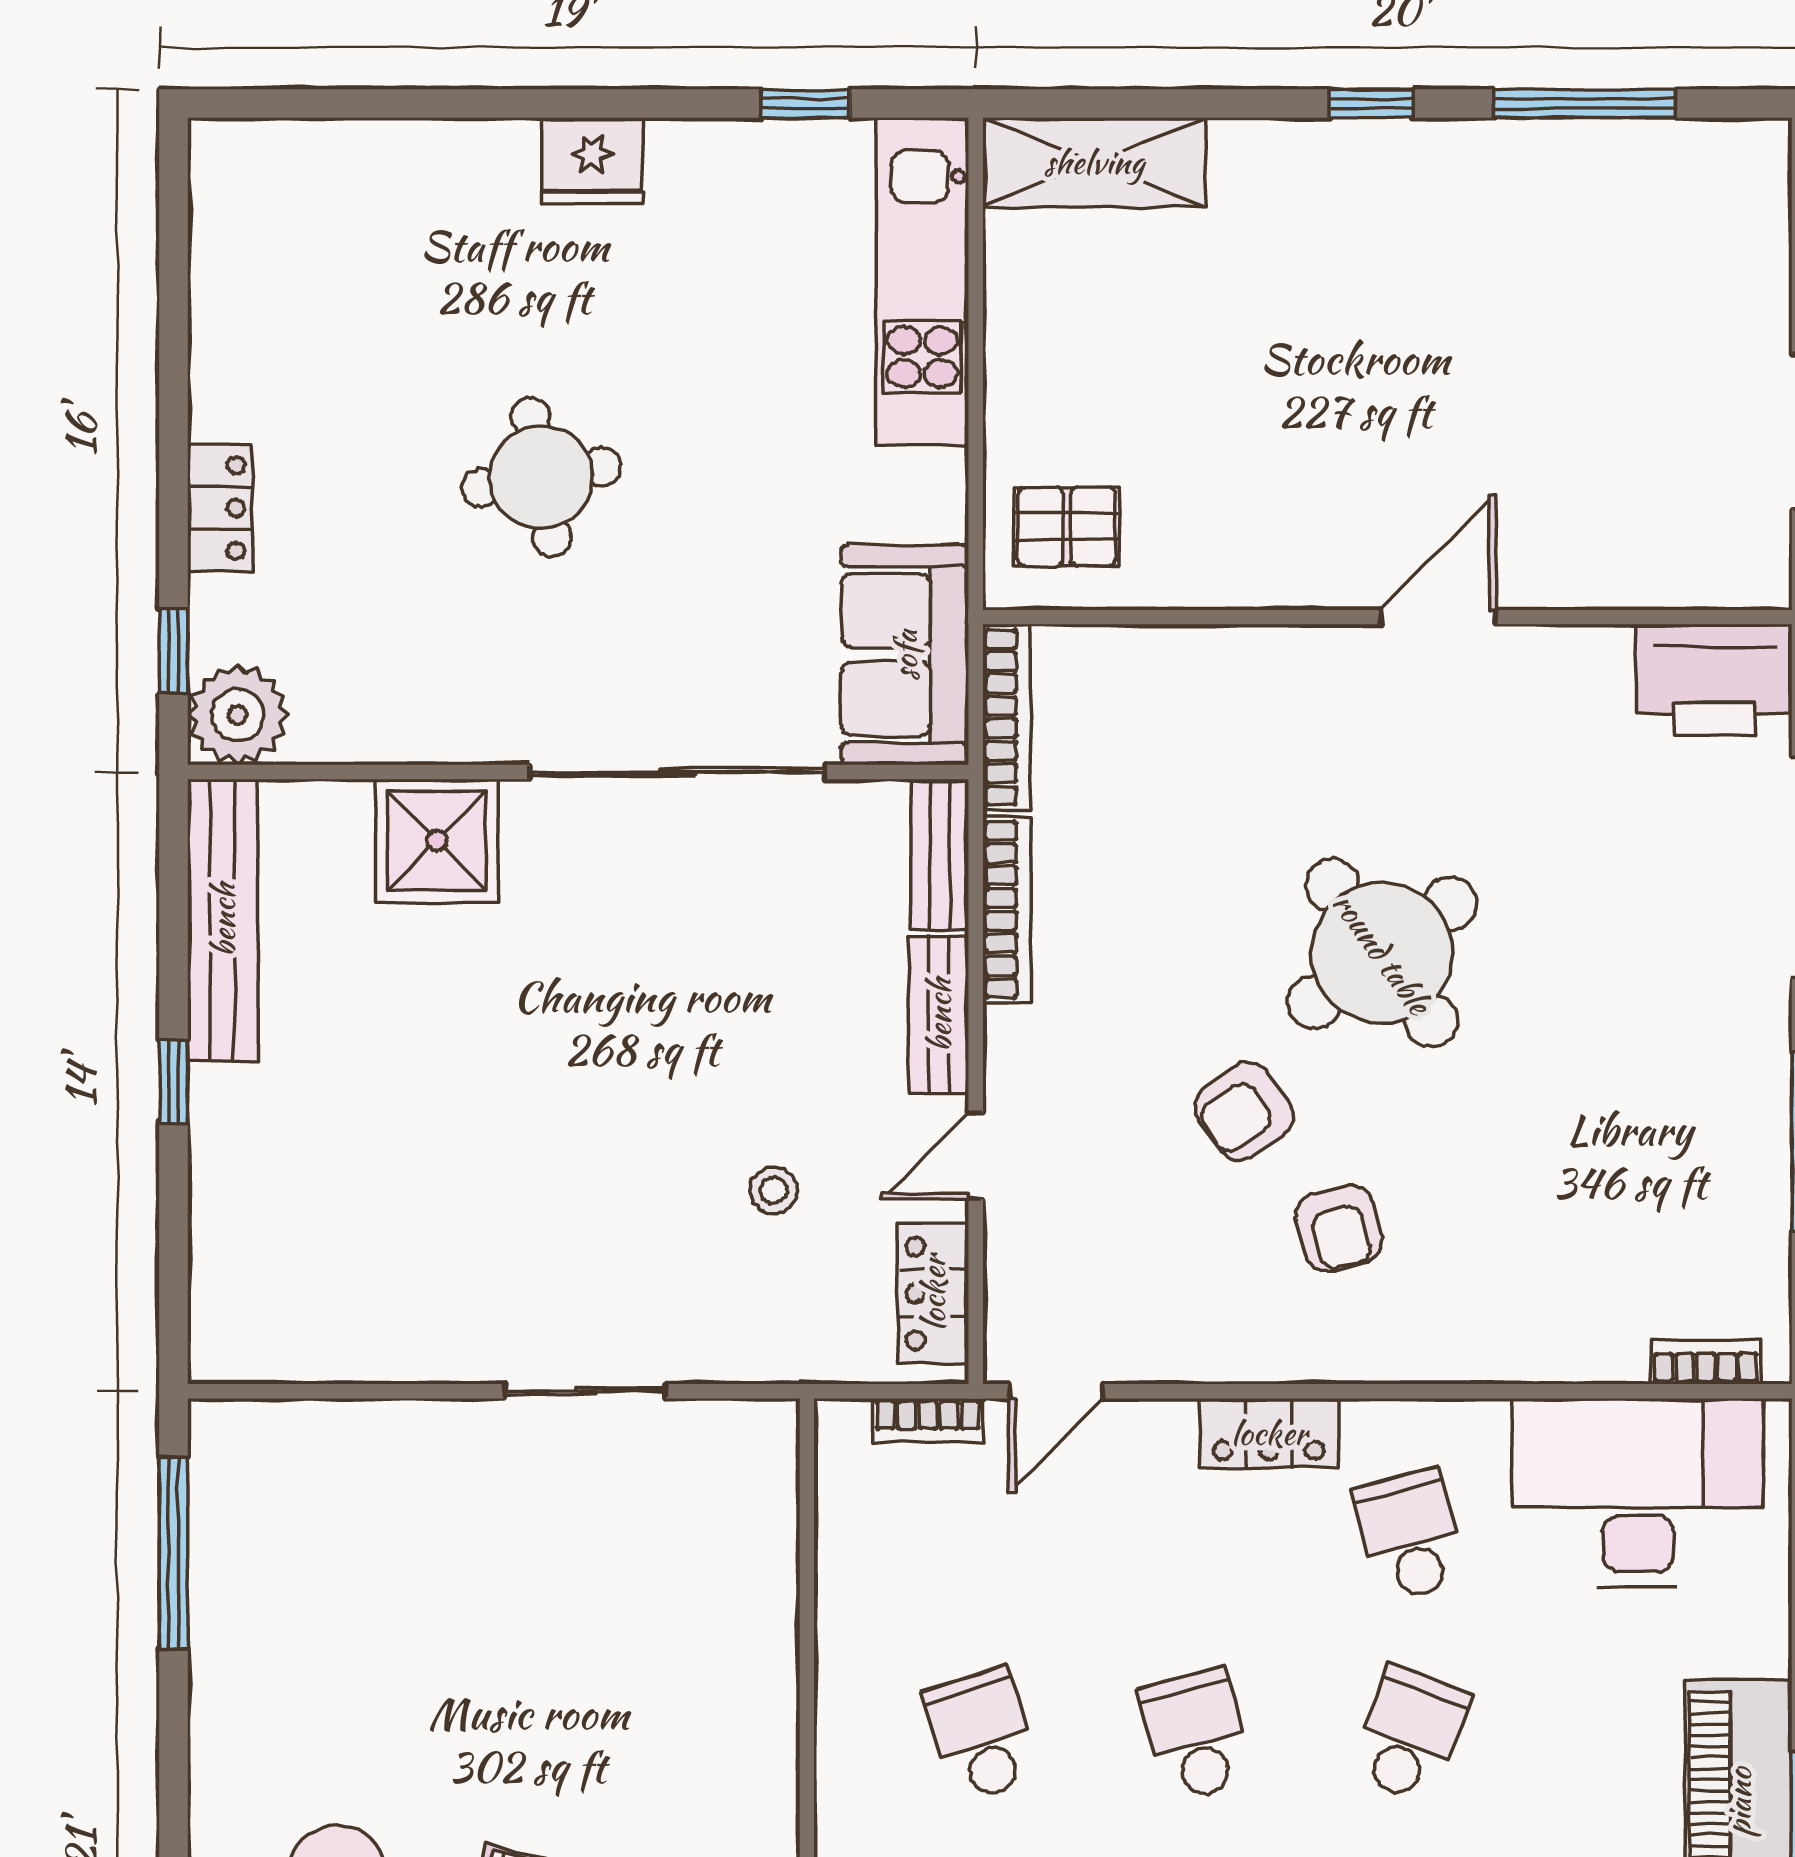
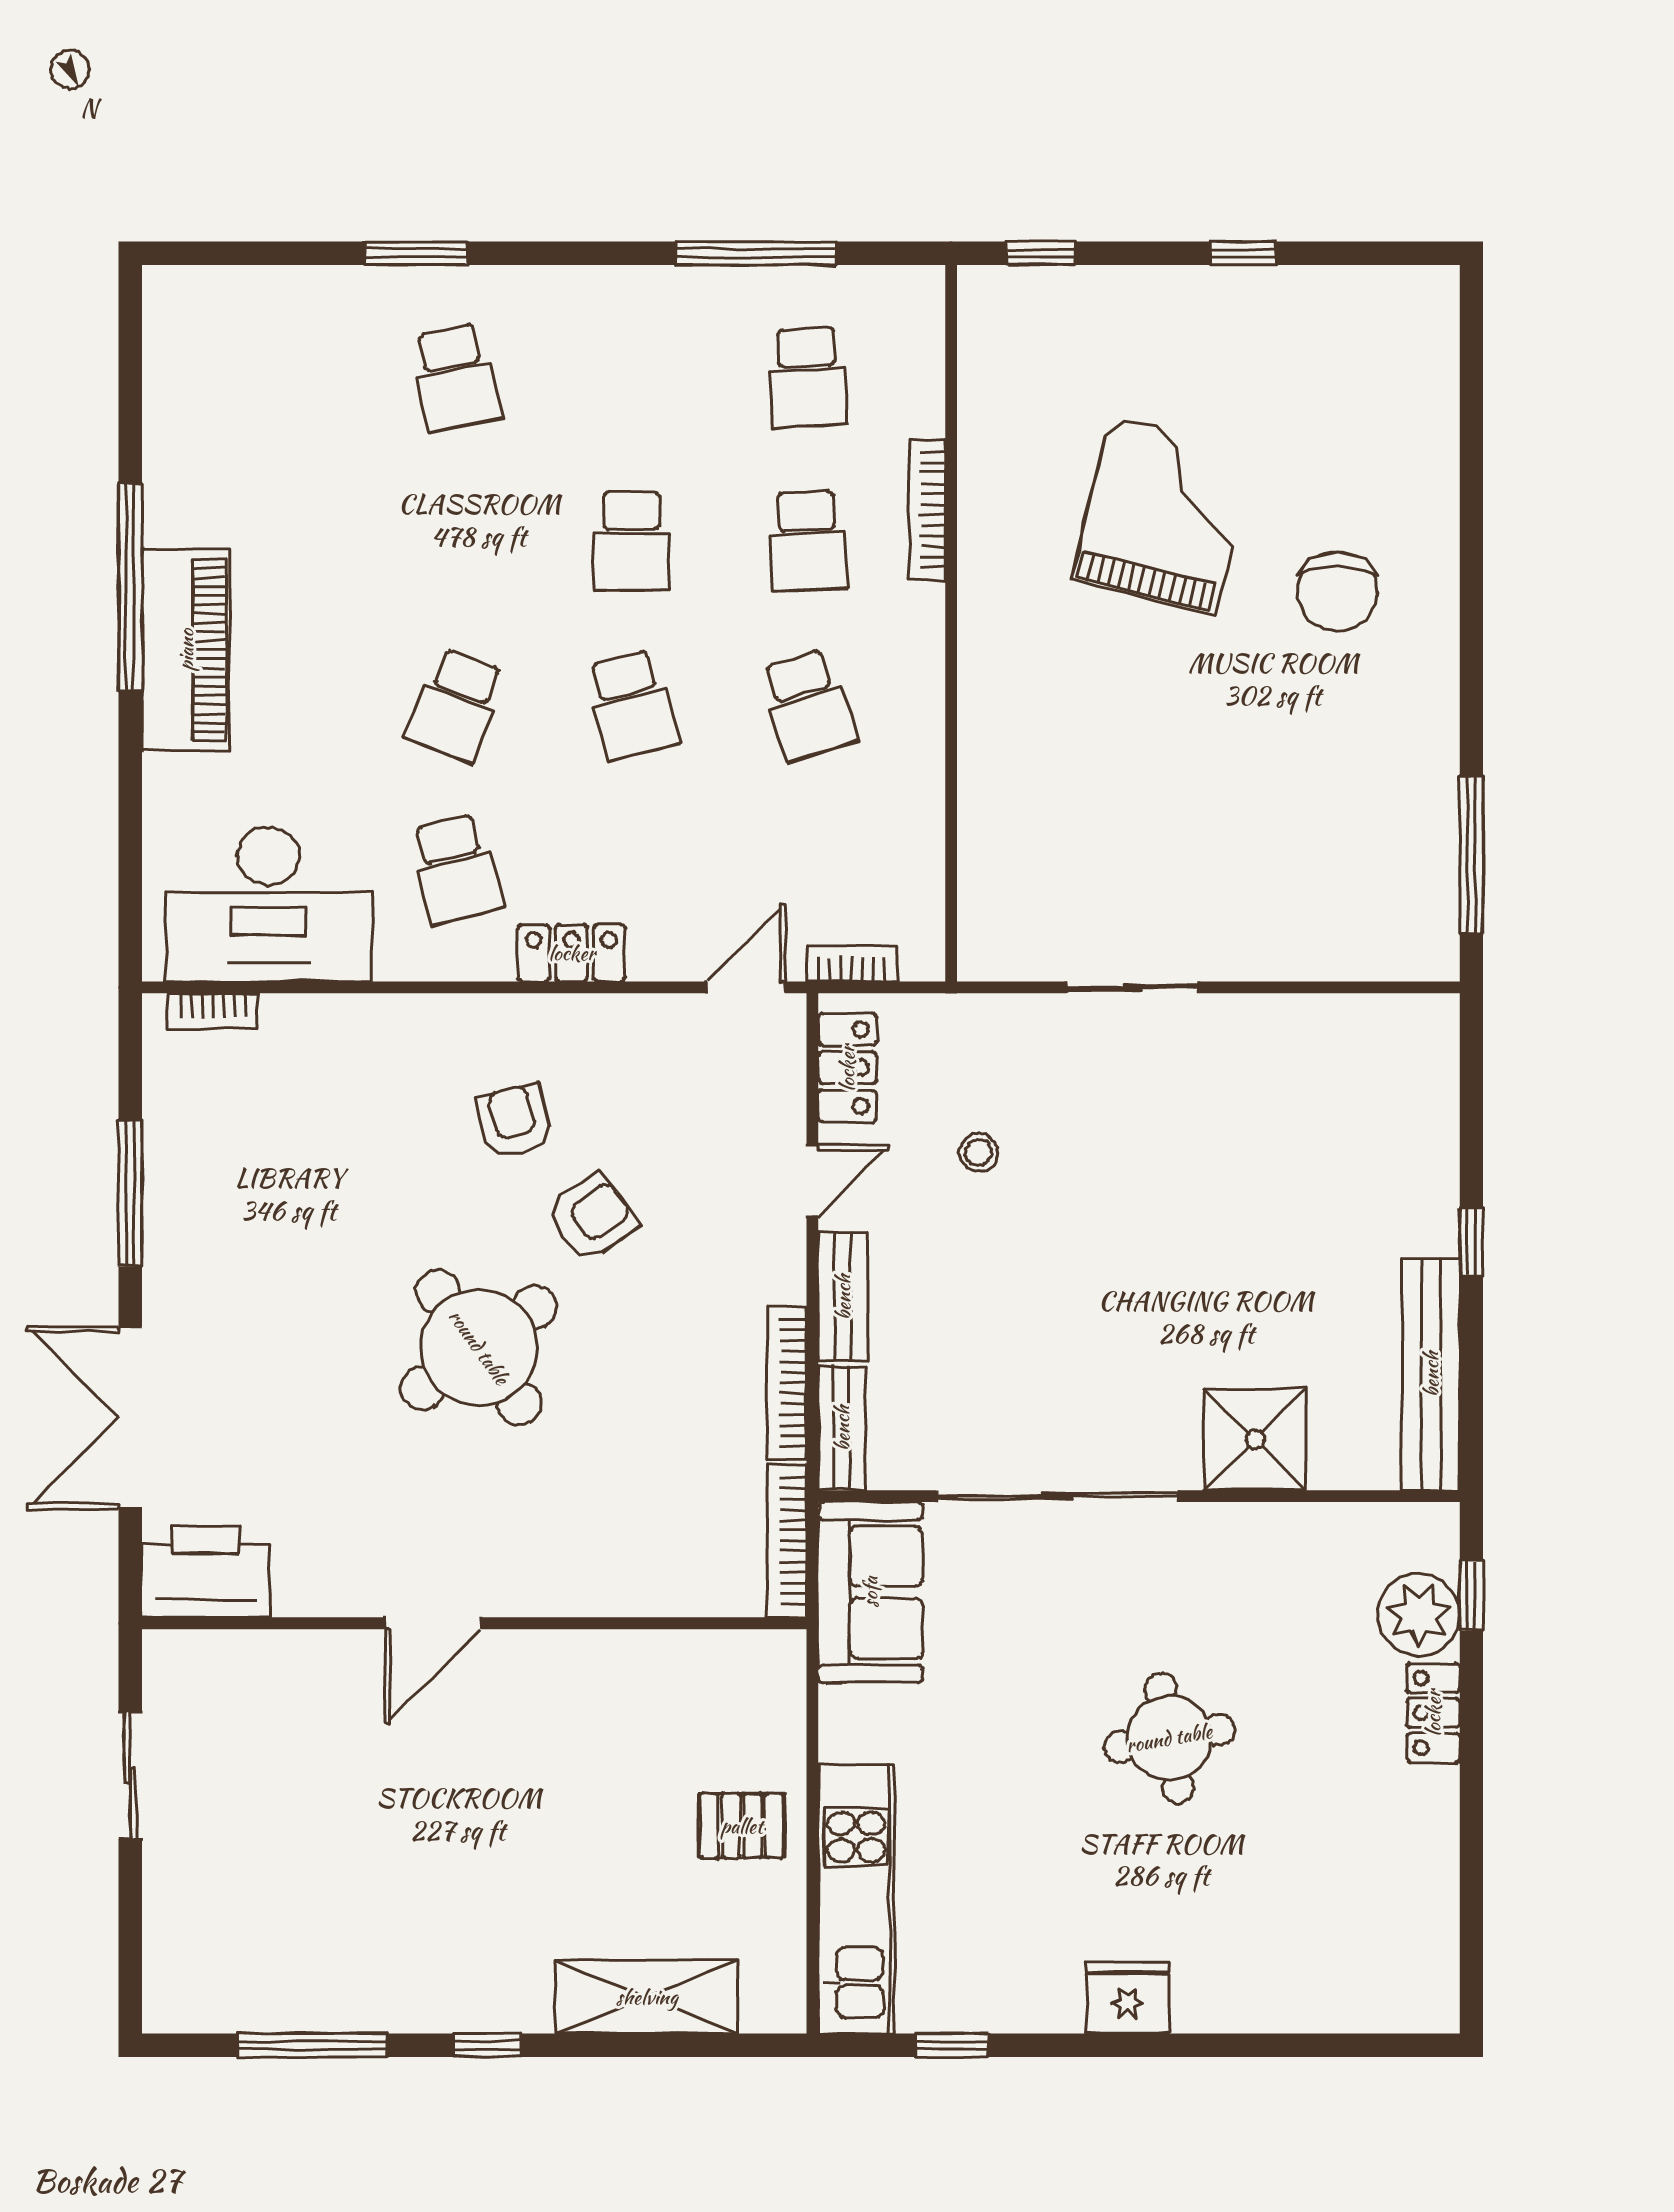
shelving: (1094, 162) -> (647, 1997), moved
pallet: (1067, 527) -> (742, 1826), moved
plant: (238, 715) -> (1419, 1615), moved

